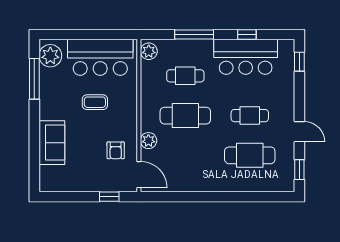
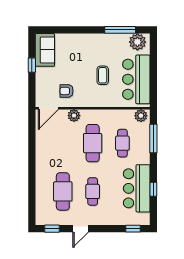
window: (194, 35) -> (153, 138), moved
sofa: (52, 143) -> (45, 50), moved, turned -90
window: (109, 197) -> (32, 65), moved

